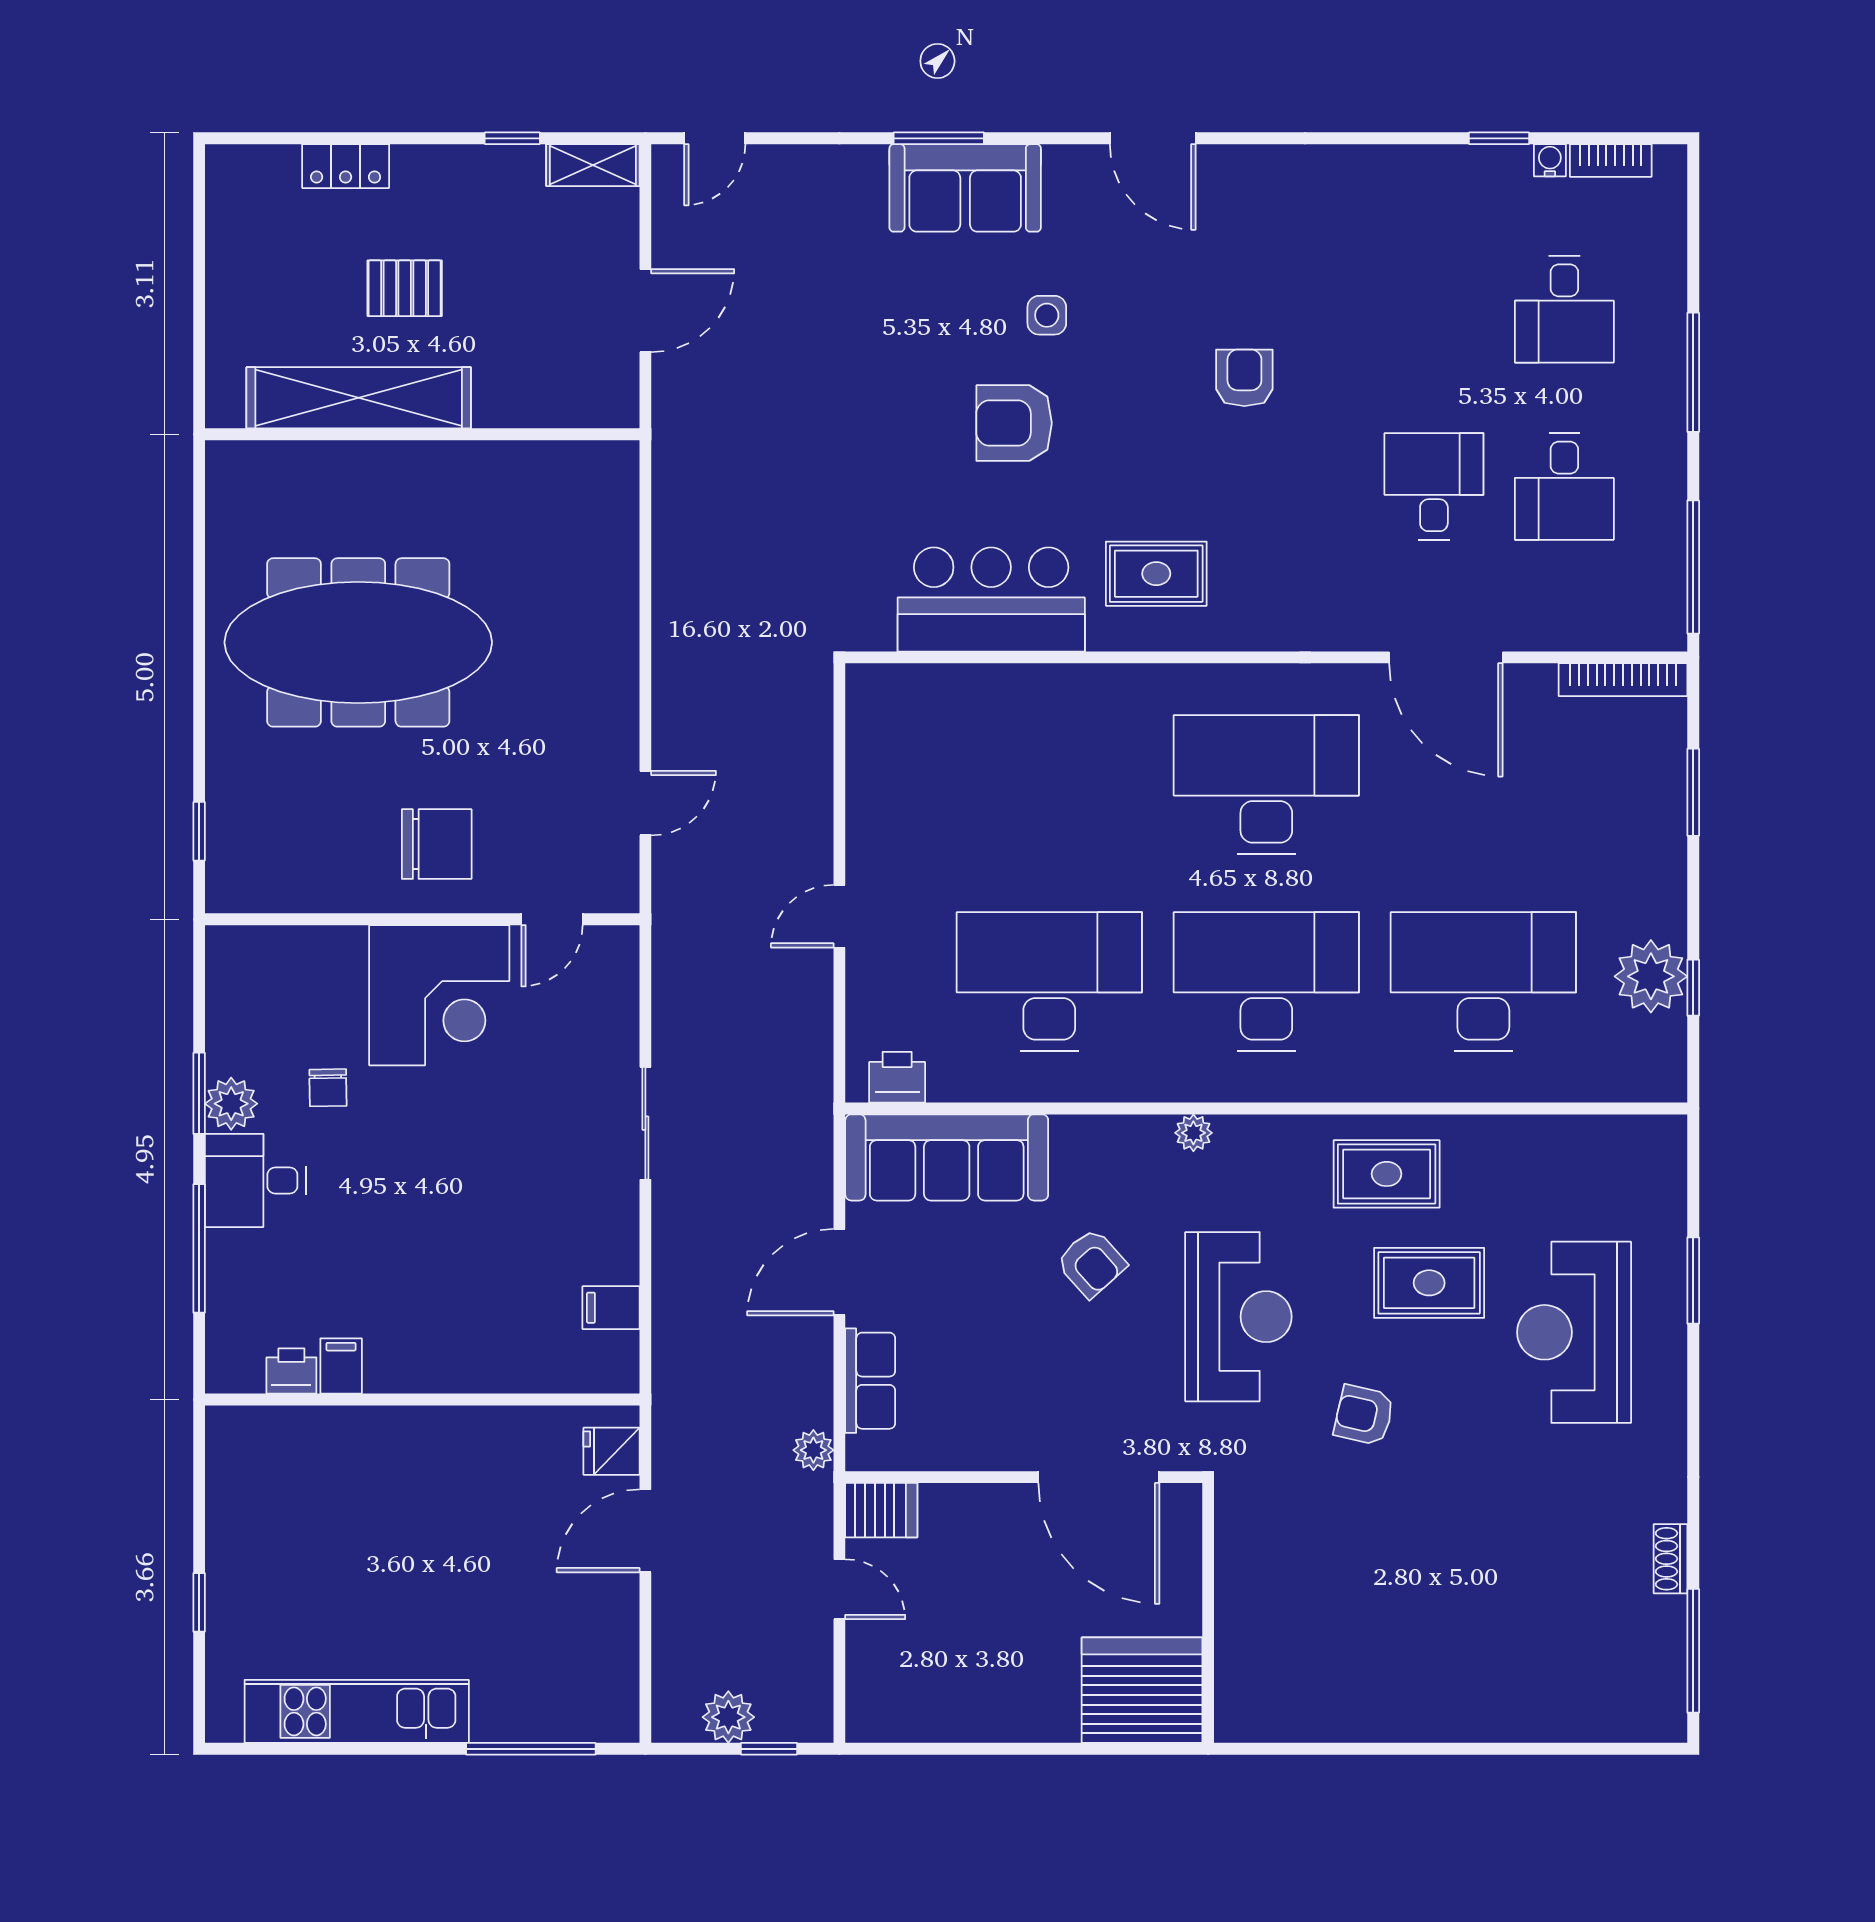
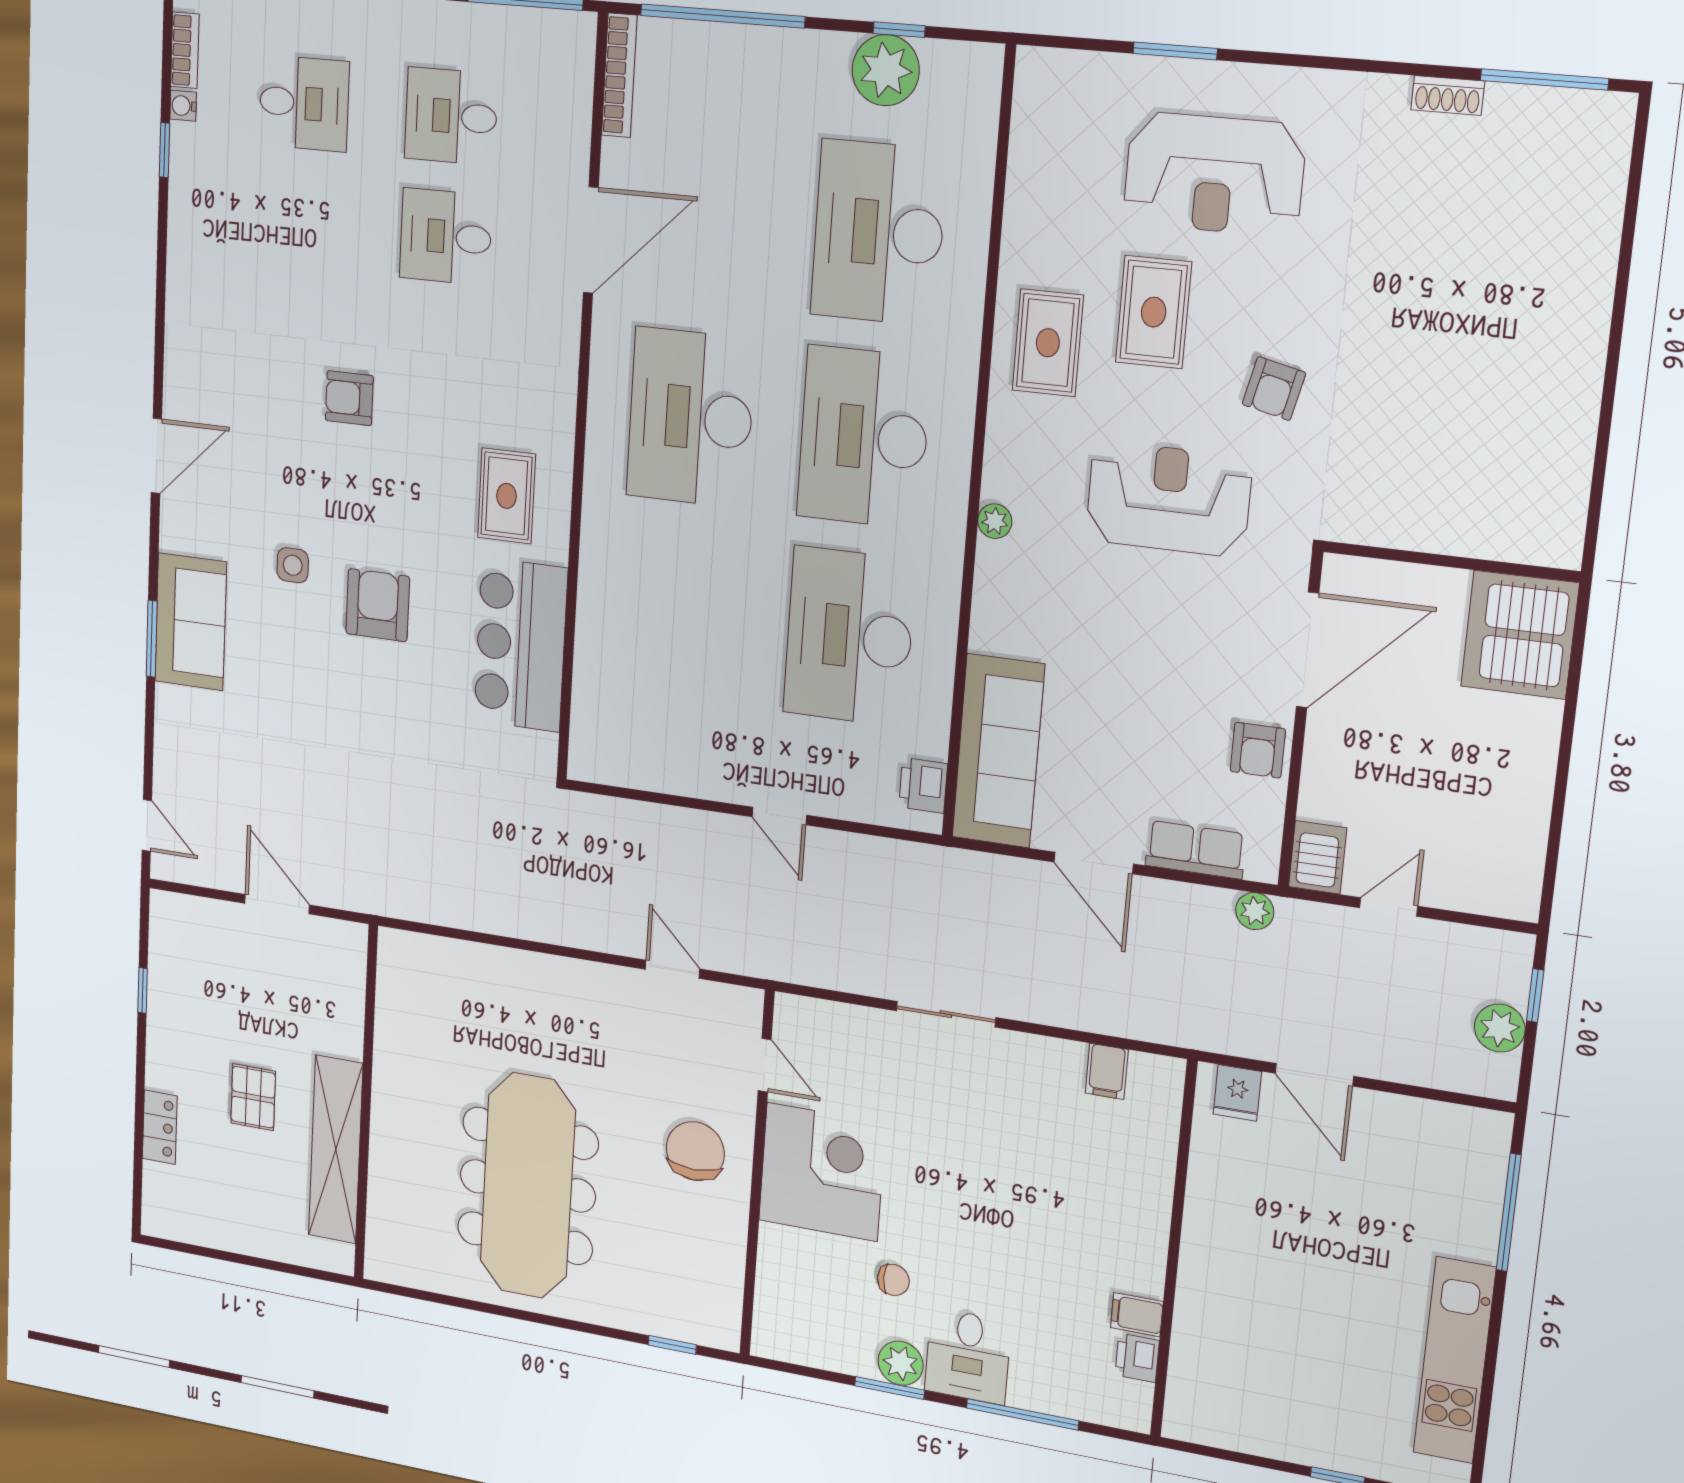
shelving: (593, 165) -> (164, 929), removed
armchair: (1014, 423) -> (378, 605), turned 180
desk: (1564, 486) -> (451, 116), turned 180
window: (1693, 792) -> (722, 16), width x2.11
armchair: (1091, 1263) -> (1258, 750), moved, turned 132

